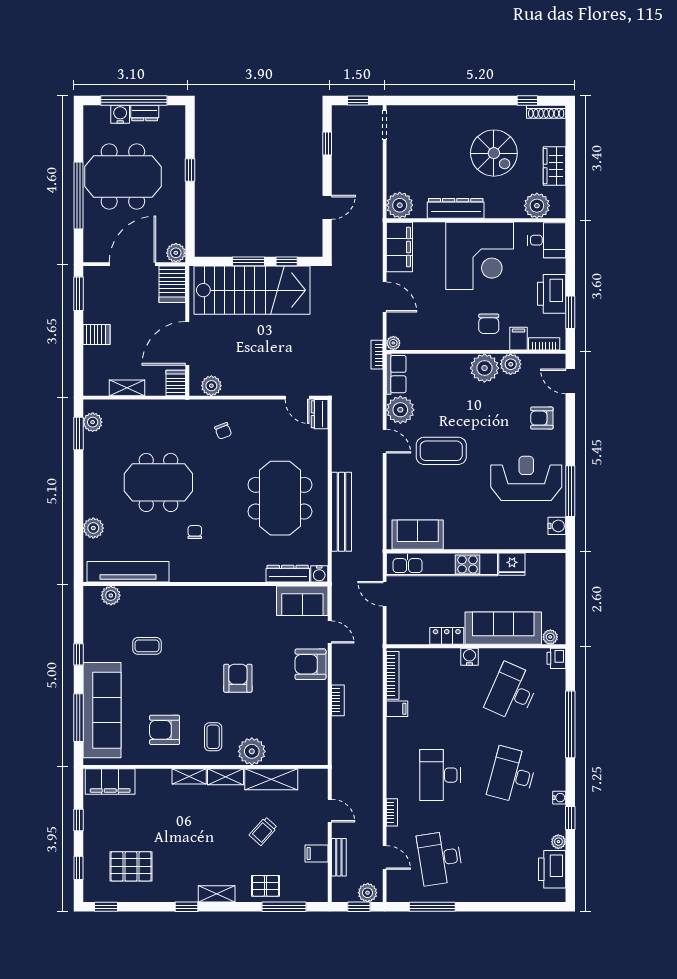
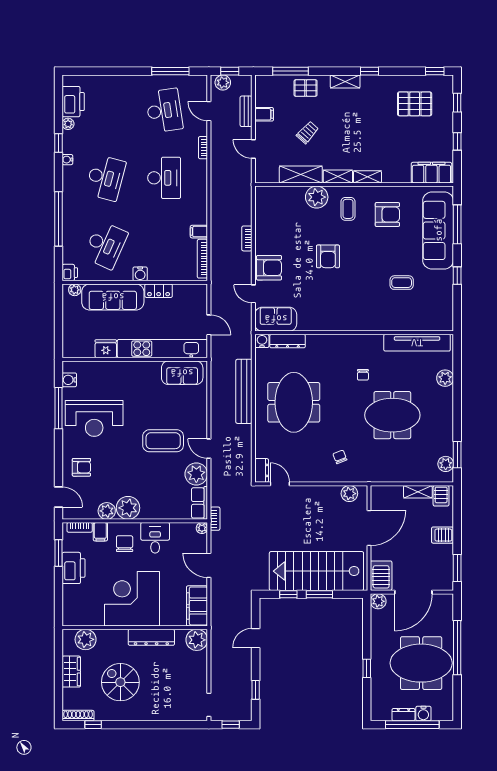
desk: (547, 240) -> (155, 538), moved, turned 90
server rack: (176, 383) -> (441, 496), moved
plant: (111, 595) -> (431, 323), removed

